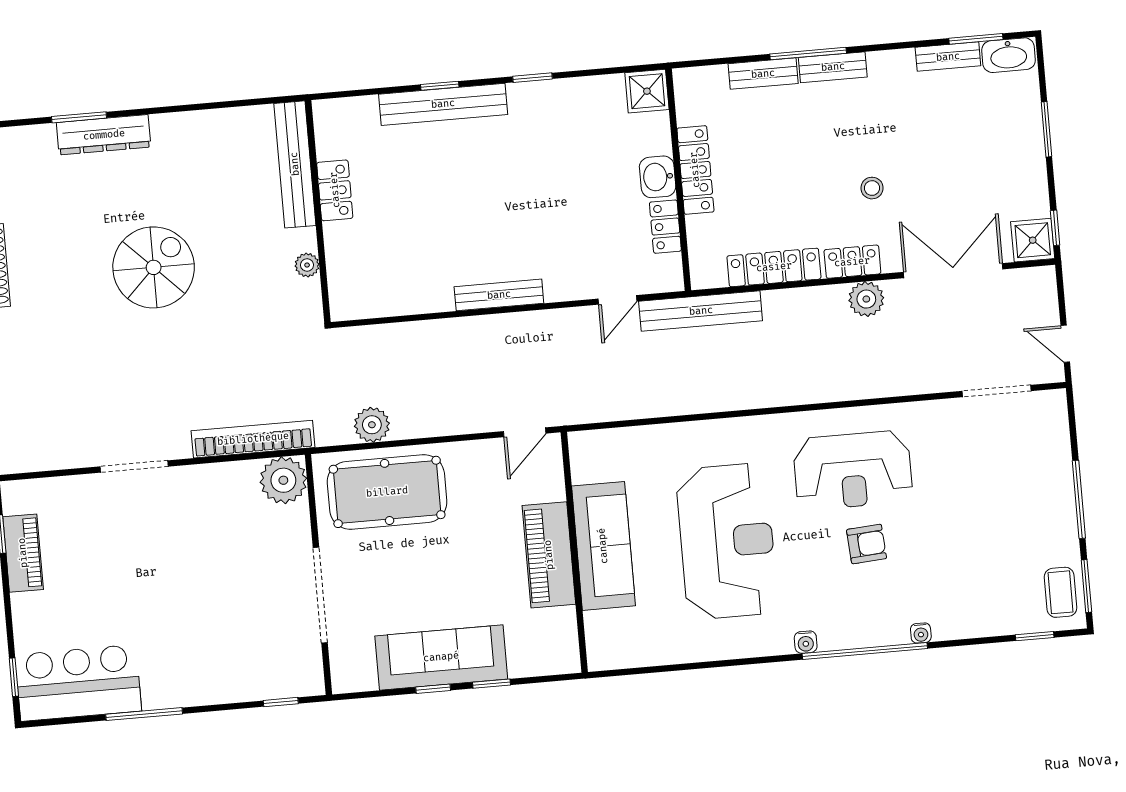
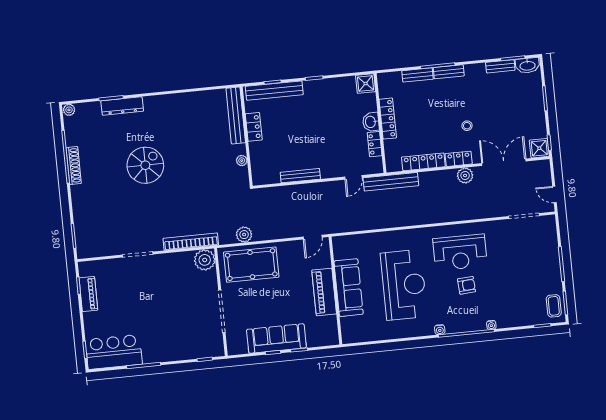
bench: (295, 164) -> (236, 116), moved
locker: (335, 190) -> (254, 127), moved
wall: (318, 211) -> (246, 136), moved
plant: (307, 265) -> (242, 161), moved

